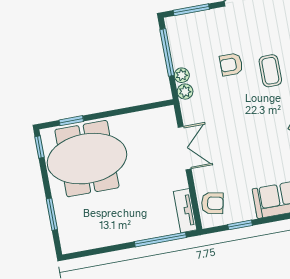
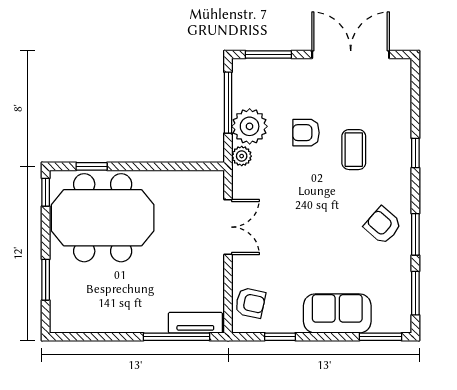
plant: (182, 75) -> (250, 126), width x1.87, depth x1.87
tv unit: (185, 211) -> (195, 323), moved, turned 90

